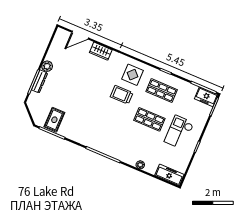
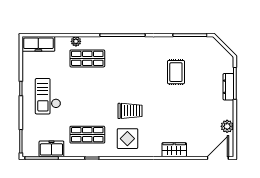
door: (80, 35) -> (218, 158), moved
plant: (47, 66) -> (227, 126), moved
freezer: (206, 97) -> (51, 149), moved
shop shelf: (149, 119) -> (87, 58), moved
rug: (54, 120) -> (176, 72), moved
checkout: (179, 132) -> (48, 96), turned 180

